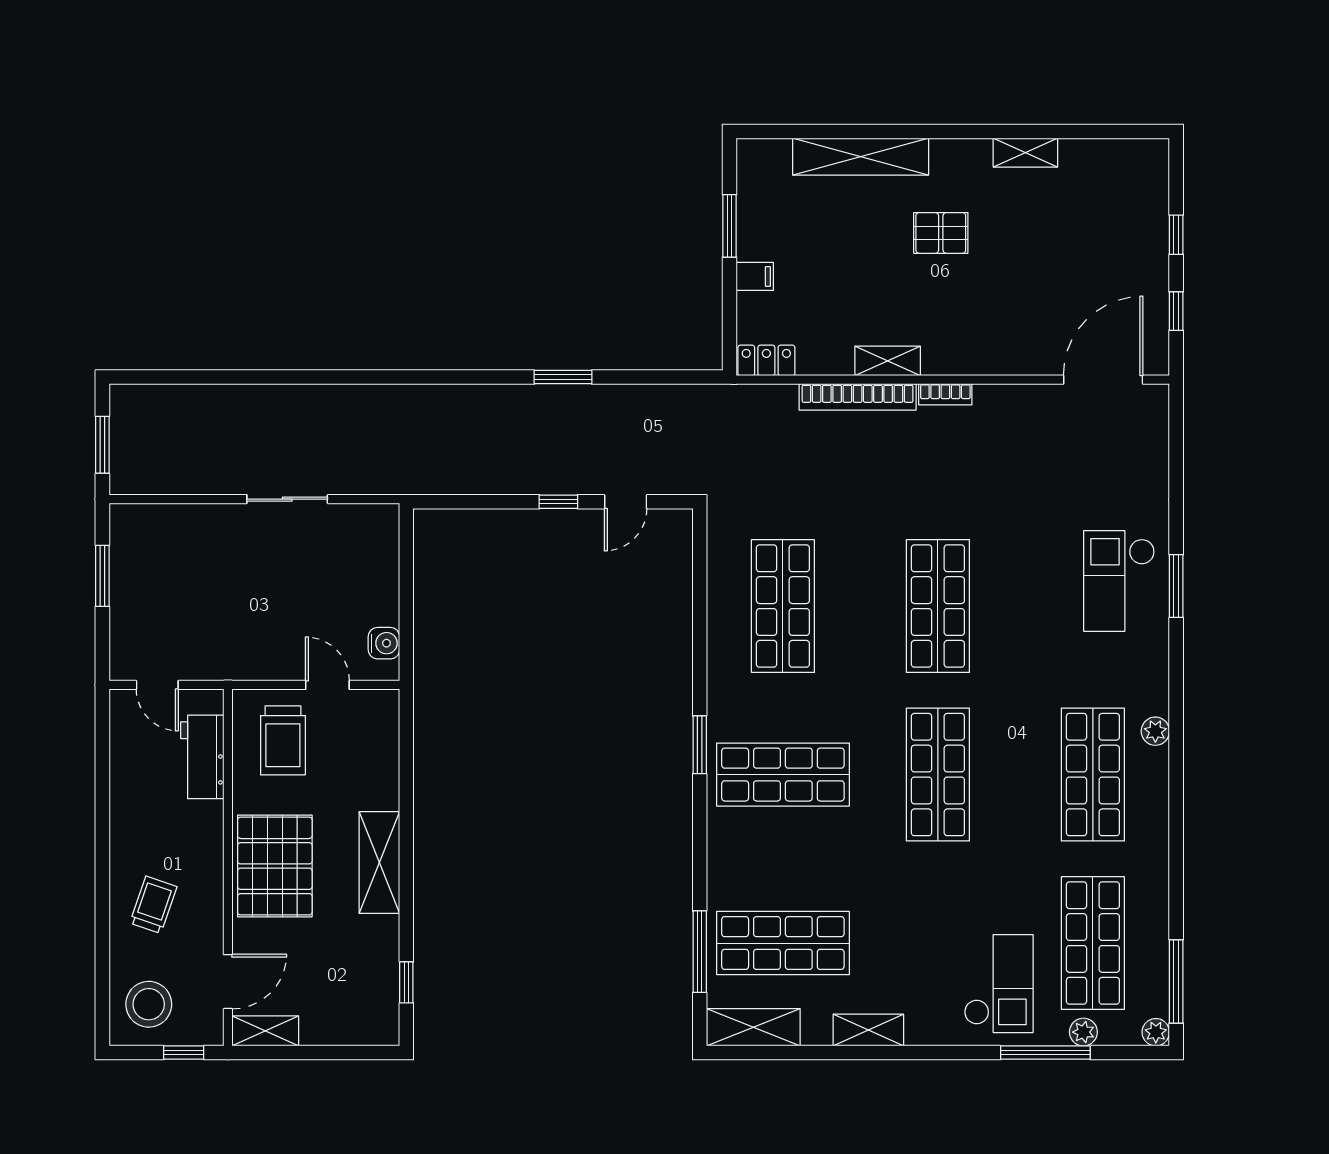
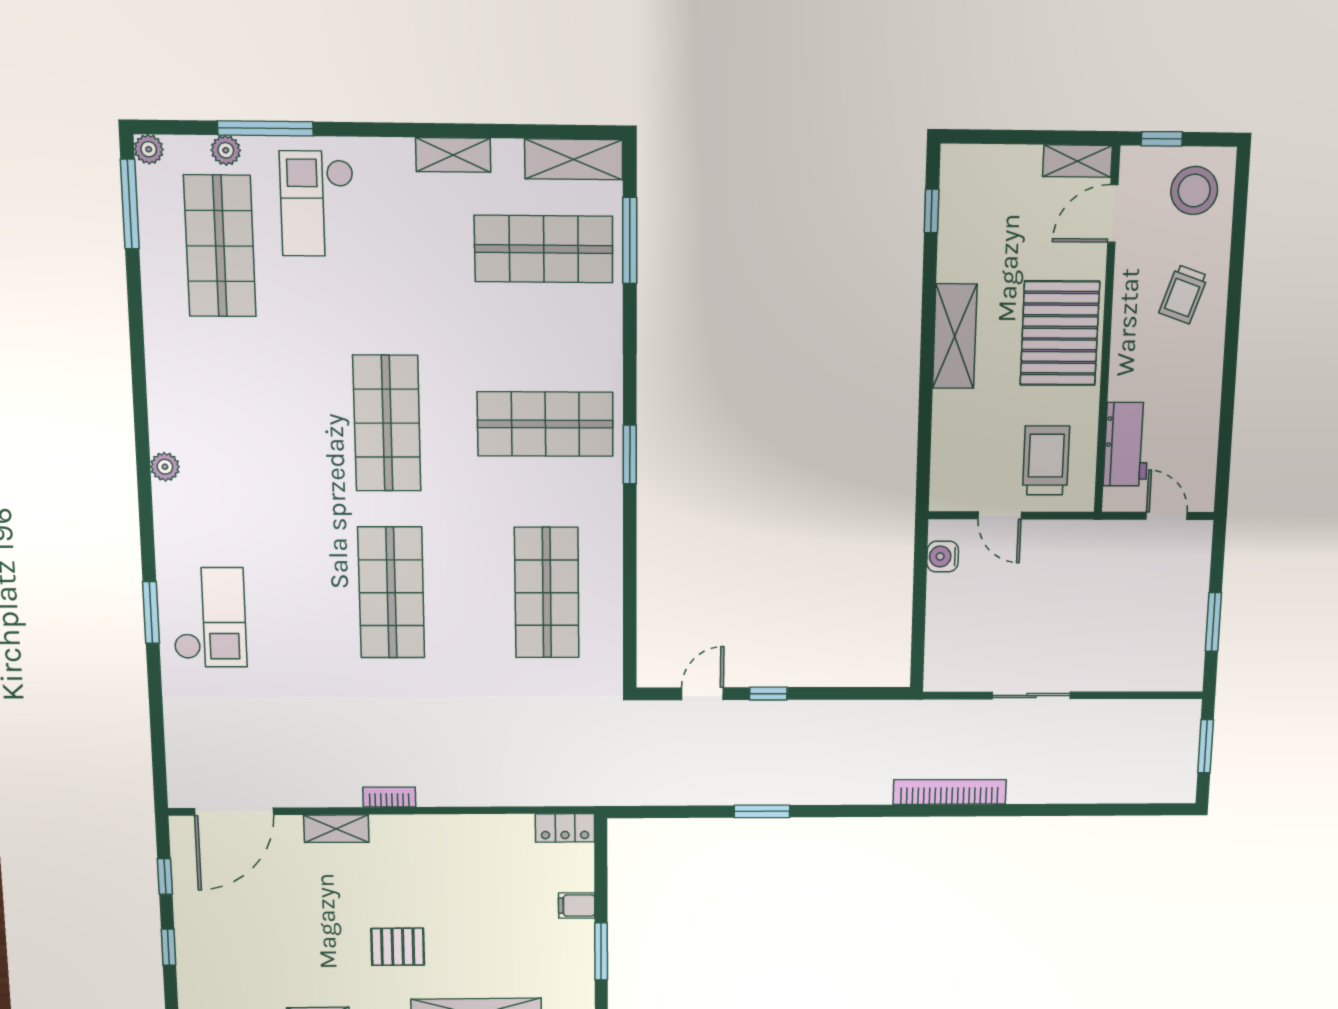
shelving: (888, 361) -> (336, 829), moved
bookcase: (858, 397) -> (950, 792), moved
shop shelf: (1093, 775) -> (227, 423), removed

